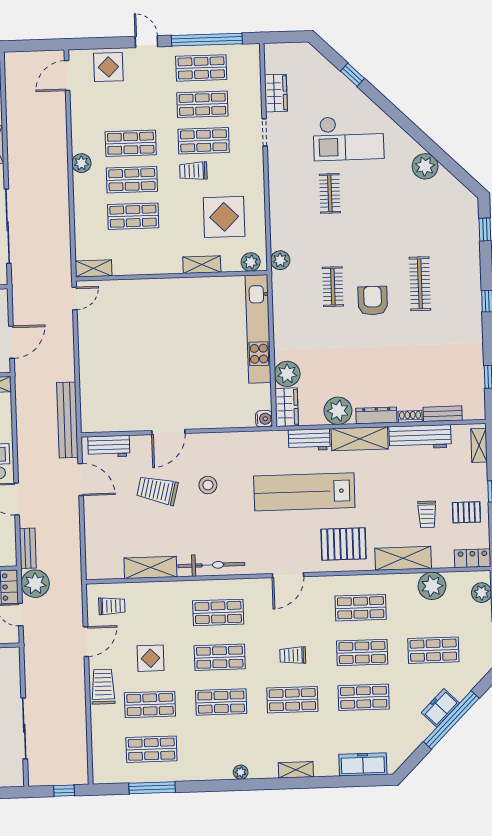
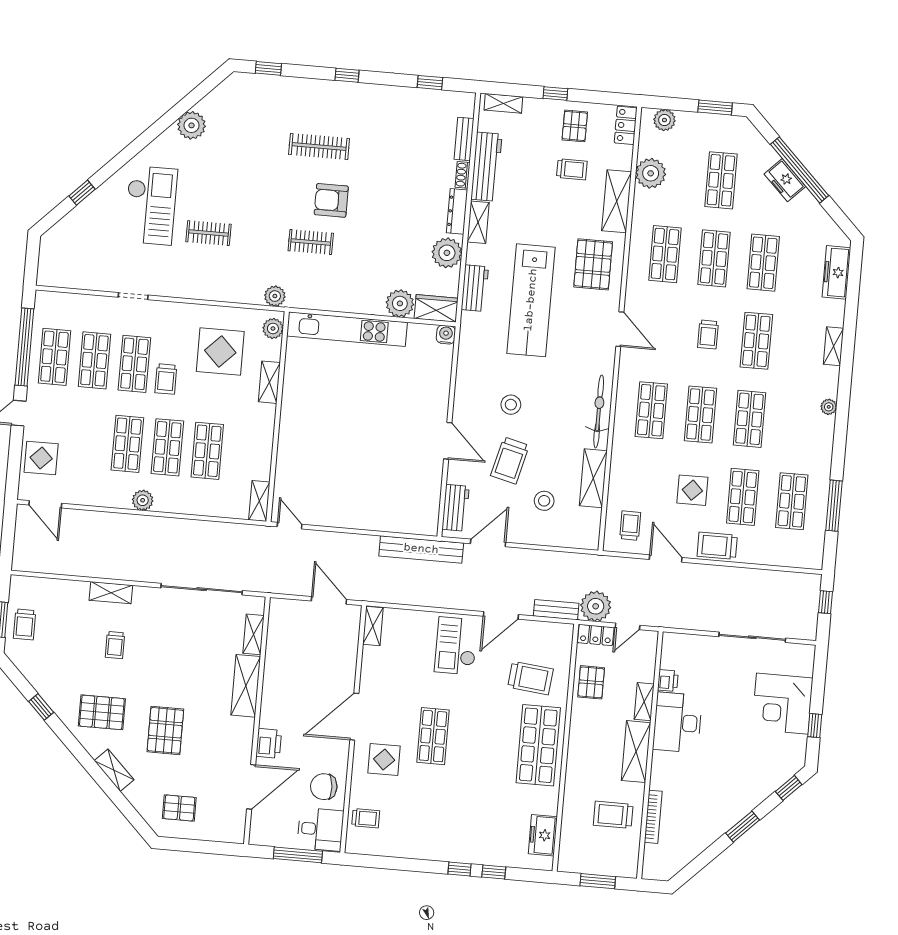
wardrobe: (276, 93) -> (92, 279), removed
shelving: (360, 439) -> (478, 222), width x0.67, depth x0.75
stool: (125, 526) -> (544, 501), added

